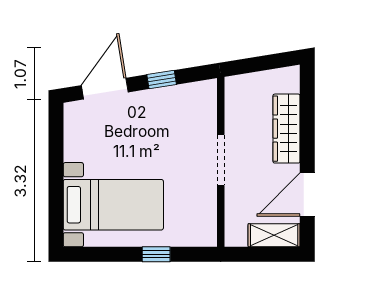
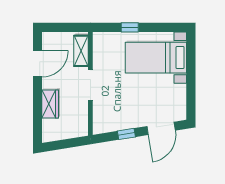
wardrobe: (287, 129) -> (50, 104), width x0.67
shelving: (274, 235) -> (81, 51), moved, turned 90

